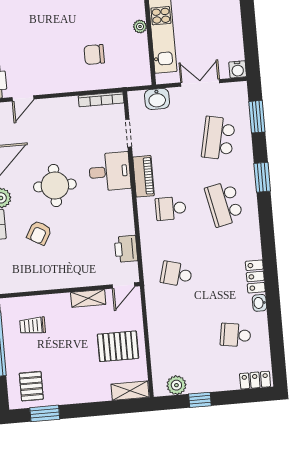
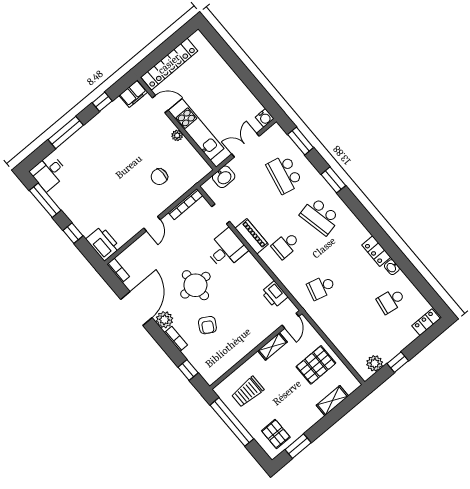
door: (23, 98) -> (152, 224), moved
trolley: (33, 326) -> (248, 392), width x1.36, depth x1.39
shelving: (130, 391) -> (332, 401), moved

